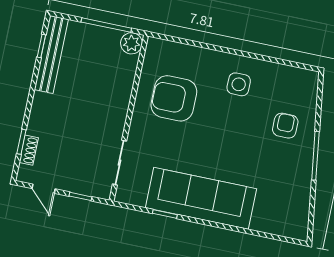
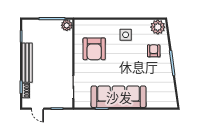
bench: (51, 54) -> (27, 63), moved
plant: (302, 82) -> (158, 27), added
armchair: (174, 98) -> (94, 49), turned -90

